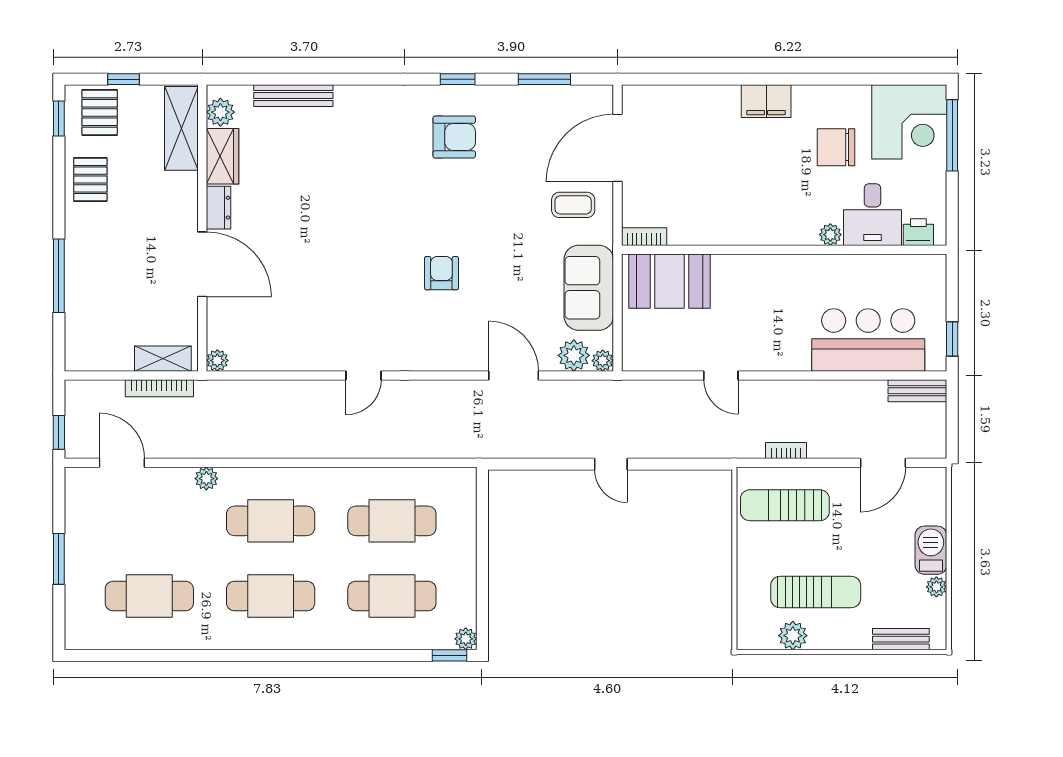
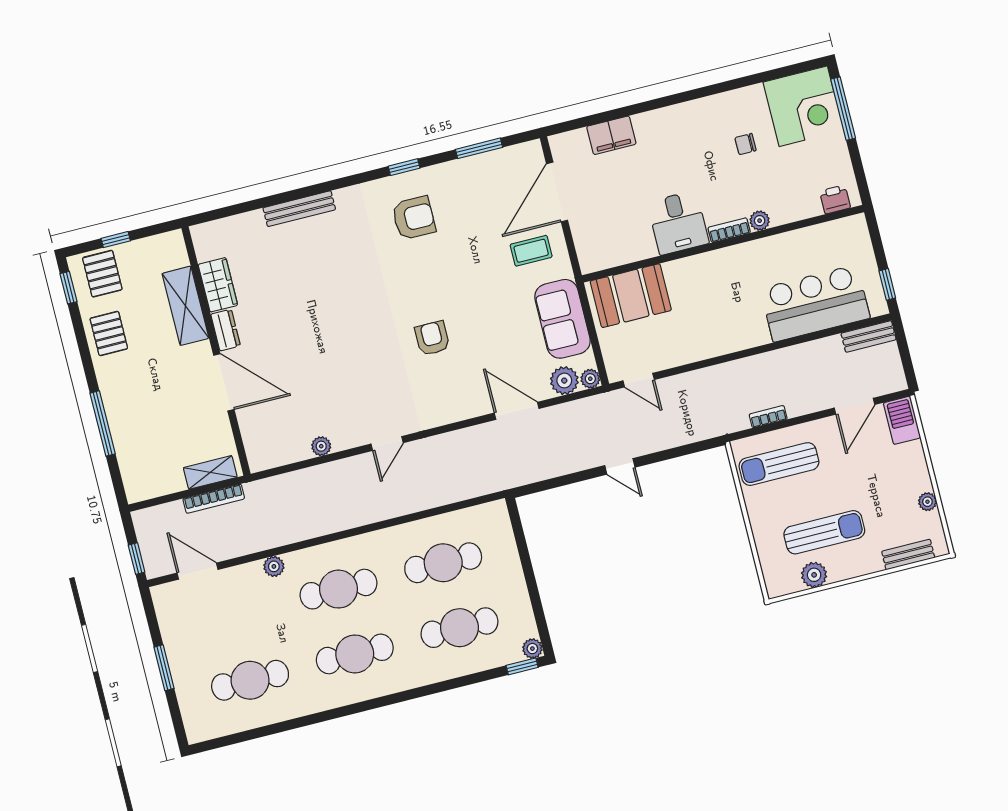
bench: (293, 96) -> (299, 209), moved
filing cabinet: (766, 101) -> (611, 135), moved
plant: (220, 112) -> (207, 247), removed
shelving: (181, 128) -> (186, 306), moved
chair: (836, 147) -> (745, 144), width x0.54, depth x0.54
desk: (872, 215) -> (678, 223), moved
bookcase: (644, 237) -> (729, 230), moved
plant: (217, 360) -> (321, 446), moved
door: (721, 375) -> (639, 380), moved
barbecue: (931, 550) -> (902, 420), moved

